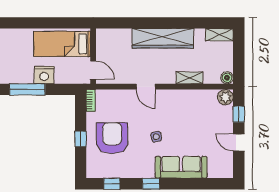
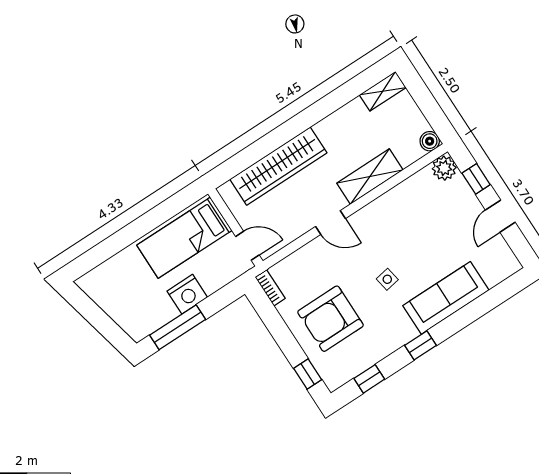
wardrobe: (163, 38) -> (278, 166), moved
shelving: (189, 78) -> (370, 177), width x1.50, depth x1.33
armchair: (112, 138) -> (331, 319), turned -90
window: (81, 139) -> (308, 374), moved
door: (239, 142) -> (500, 216), hinge flipped

